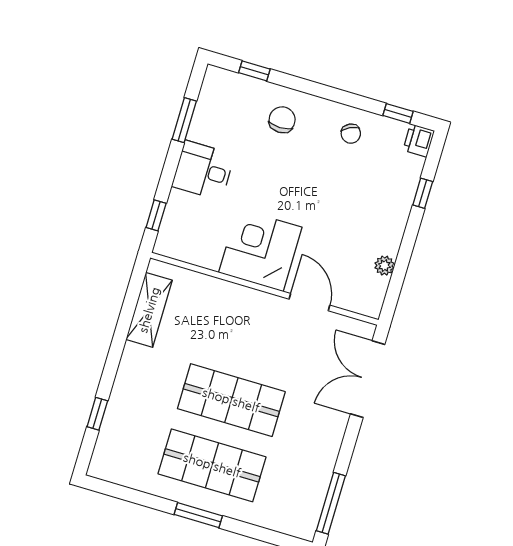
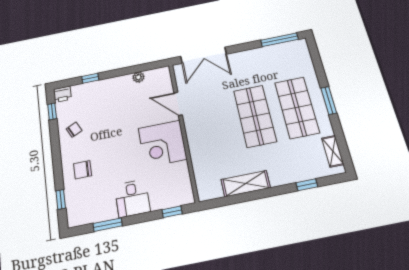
door: (309, 302) -> (178, 104), hinge flipped
shelving: (149, 310) -> (246, 184), moved
shelving: (124, 475) -> (333, 151), added

